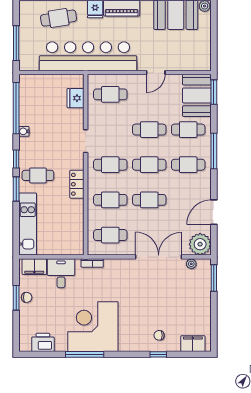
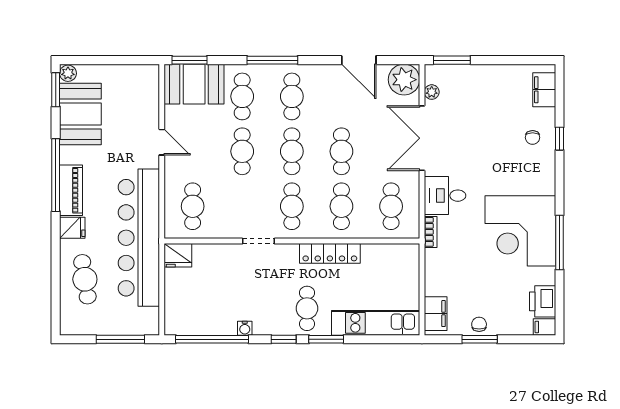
fridge: (76, 98) -> (178, 255), moved
locker: (77, 184) -> (330, 253), width x1.53
desk: (61, 273) -> (445, 196), moved
filing cabinet: (25, 344) -> (545, 327), added

